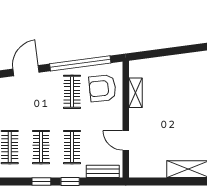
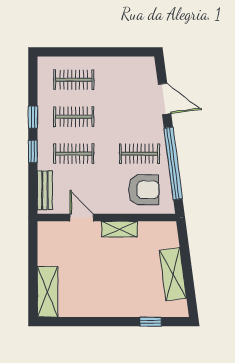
shelving: (174, 64) -> (173, 274), added
armchair: (102, 88) -> (144, 190), turned 96
shelving: (136, 93) -> (119, 229), moved
door: (126, 140) -> (82, 218), hinge flipped

